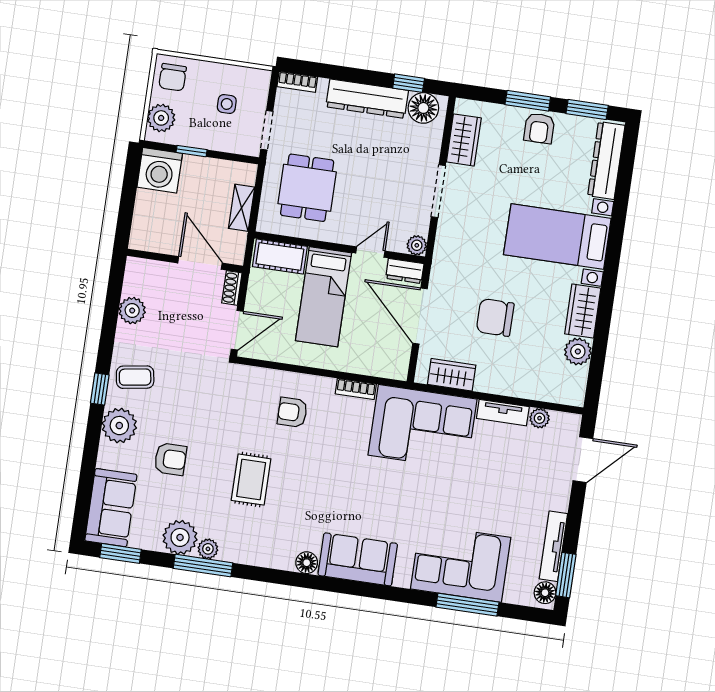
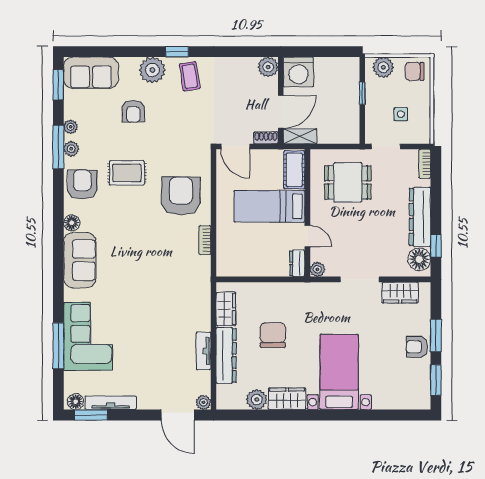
dresser: (606, 161) -> (226, 355), moved, turned 90
washing machine: (160, 170) -> (298, 72), moved, turned -90
shelving: (242, 208) -> (300, 136), moved
plant: (132, 311) -> (268, 67), moved
door: (420, 316) -> (266, 279), removed
armchair: (292, 412) -> (181, 196), width x1.88, depth x1.88
plant: (540, 418) -> (203, 402), moved
corner sofa: (423, 427) -> (184, 293), removed
plant: (180, 537) -> (71, 127), width x0.53, depth x0.53
armchair: (258, 541) -> (82, 184), added

